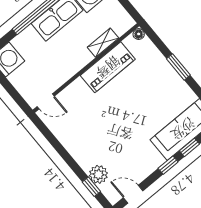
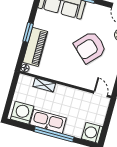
piano: (108, 67) -> (35, 47), moved, turned 90
armchair: (110, 128) -> (90, 47), added

